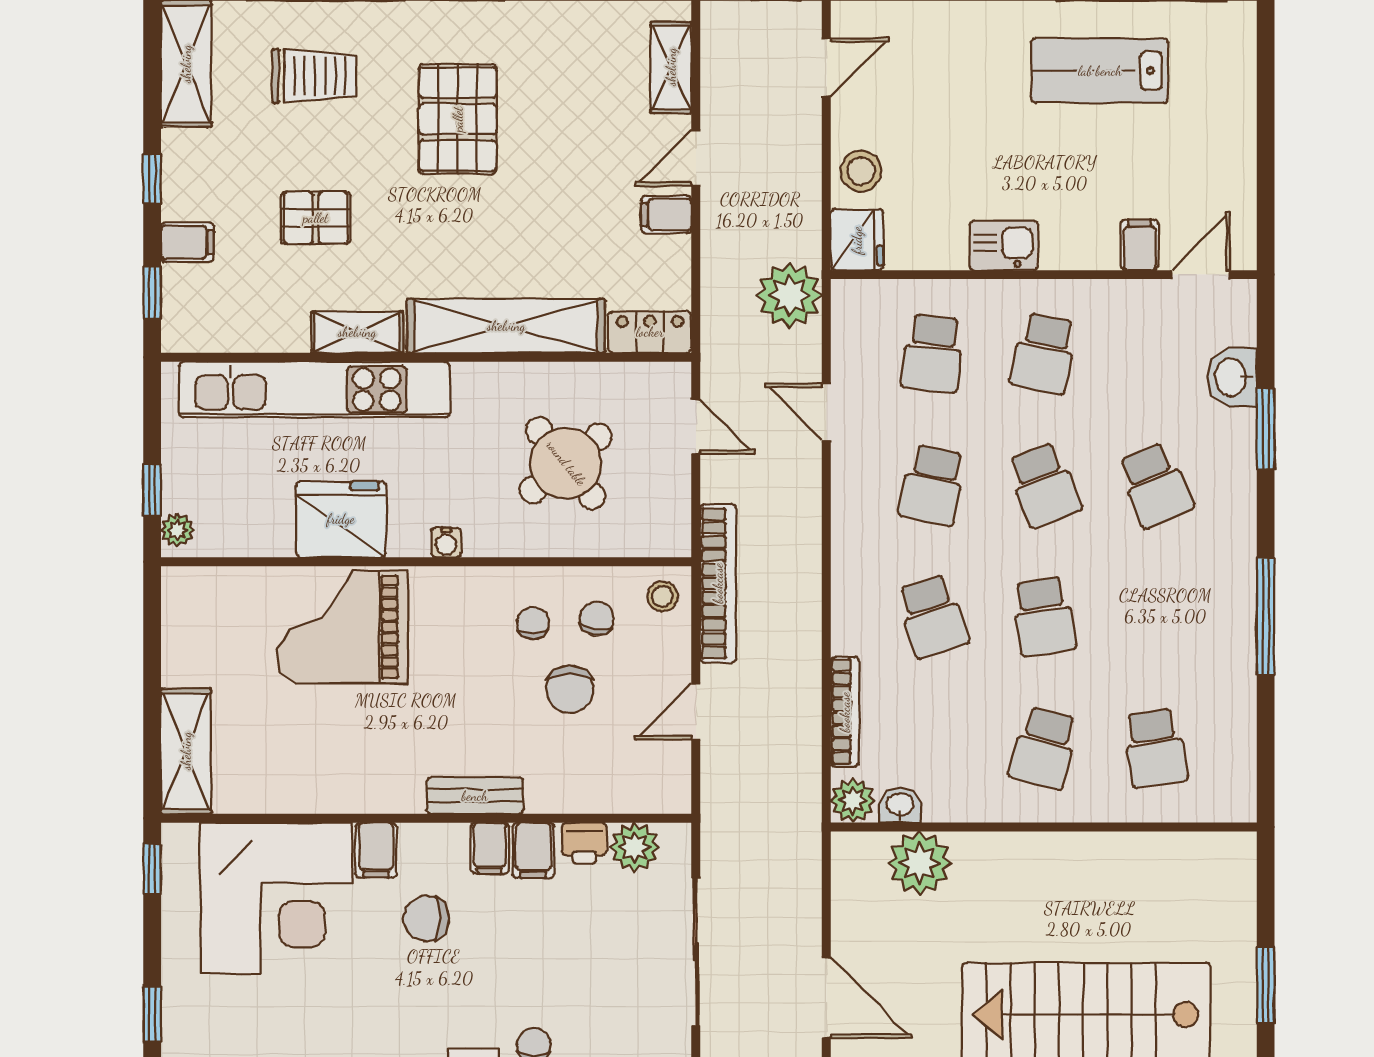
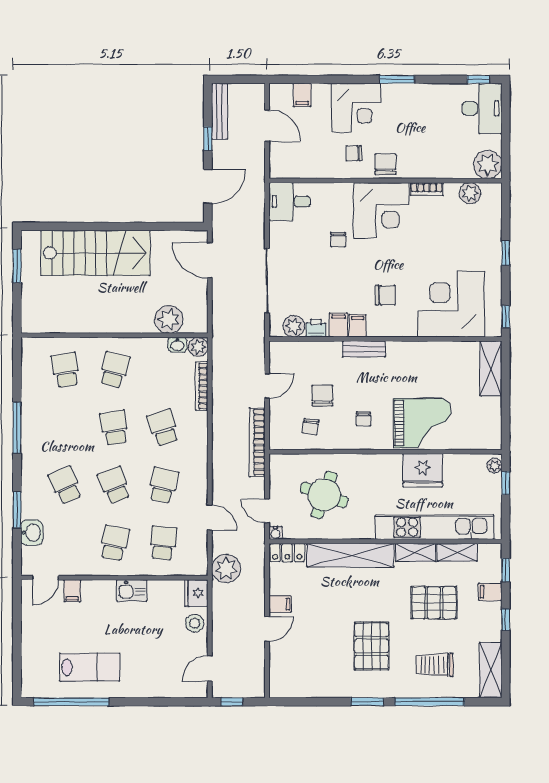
shelving: (671, 67) -> (457, 552), moved, turned 90
pallet: (316, 218) -> (434, 603), width x1.50, depth x1.42
round table: (566, 463) -> (324, 495), turned -31
water cooler: (446, 542) -> (275, 533), moved, turned 180
stool: (663, 596) -> (282, 436), removed
chair: (533, 623) -> (363, 419), moved
filing cabinet: (376, 850) -> (407, 325), removed

